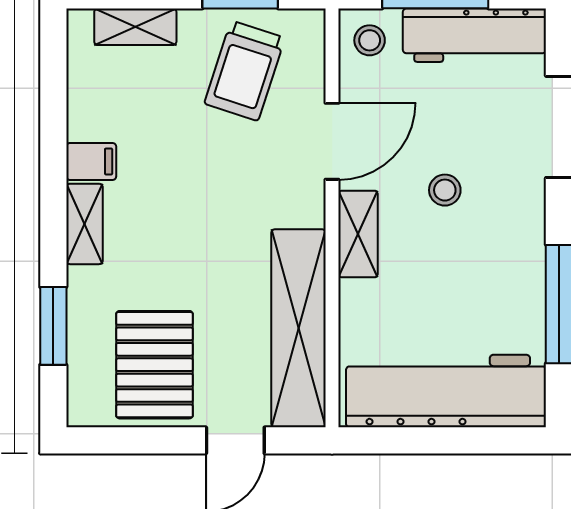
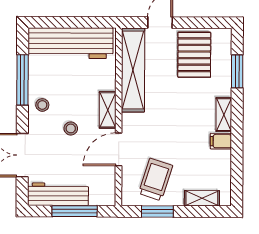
stool: (370, 40) -> (42, 105), moved

